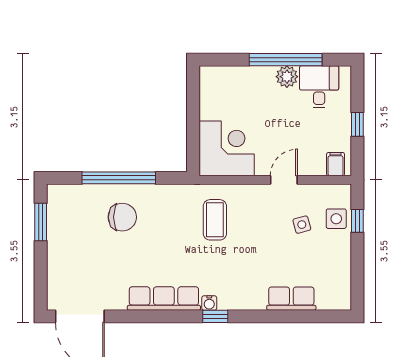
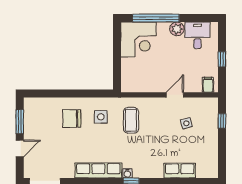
window: (286, 60) -> (156, 18), moved
corner desk: (227, 148) -> (138, 39), moved, turned 90
window: (119, 178) -> (70, 94), removed
chair: (122, 217) -> (72, 119), turned 180
side table: (336, 219) -> (101, 117), moved
door: (41, 264) -> (20, 148), added

